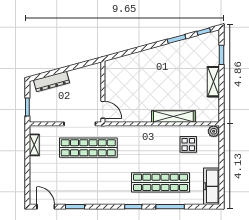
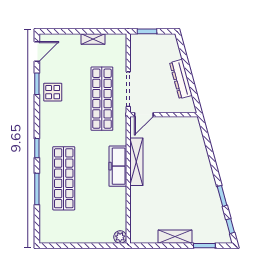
dresser: (52, 81) -> (181, 79), moved
shelving: (173, 117) -> (136, 162), moved
display table: (188, 144) -> (53, 92), moved
shelving: (34, 145) -> (93, 39), moved
freezer: (212, 186) -> (118, 166), moved, turned -90

